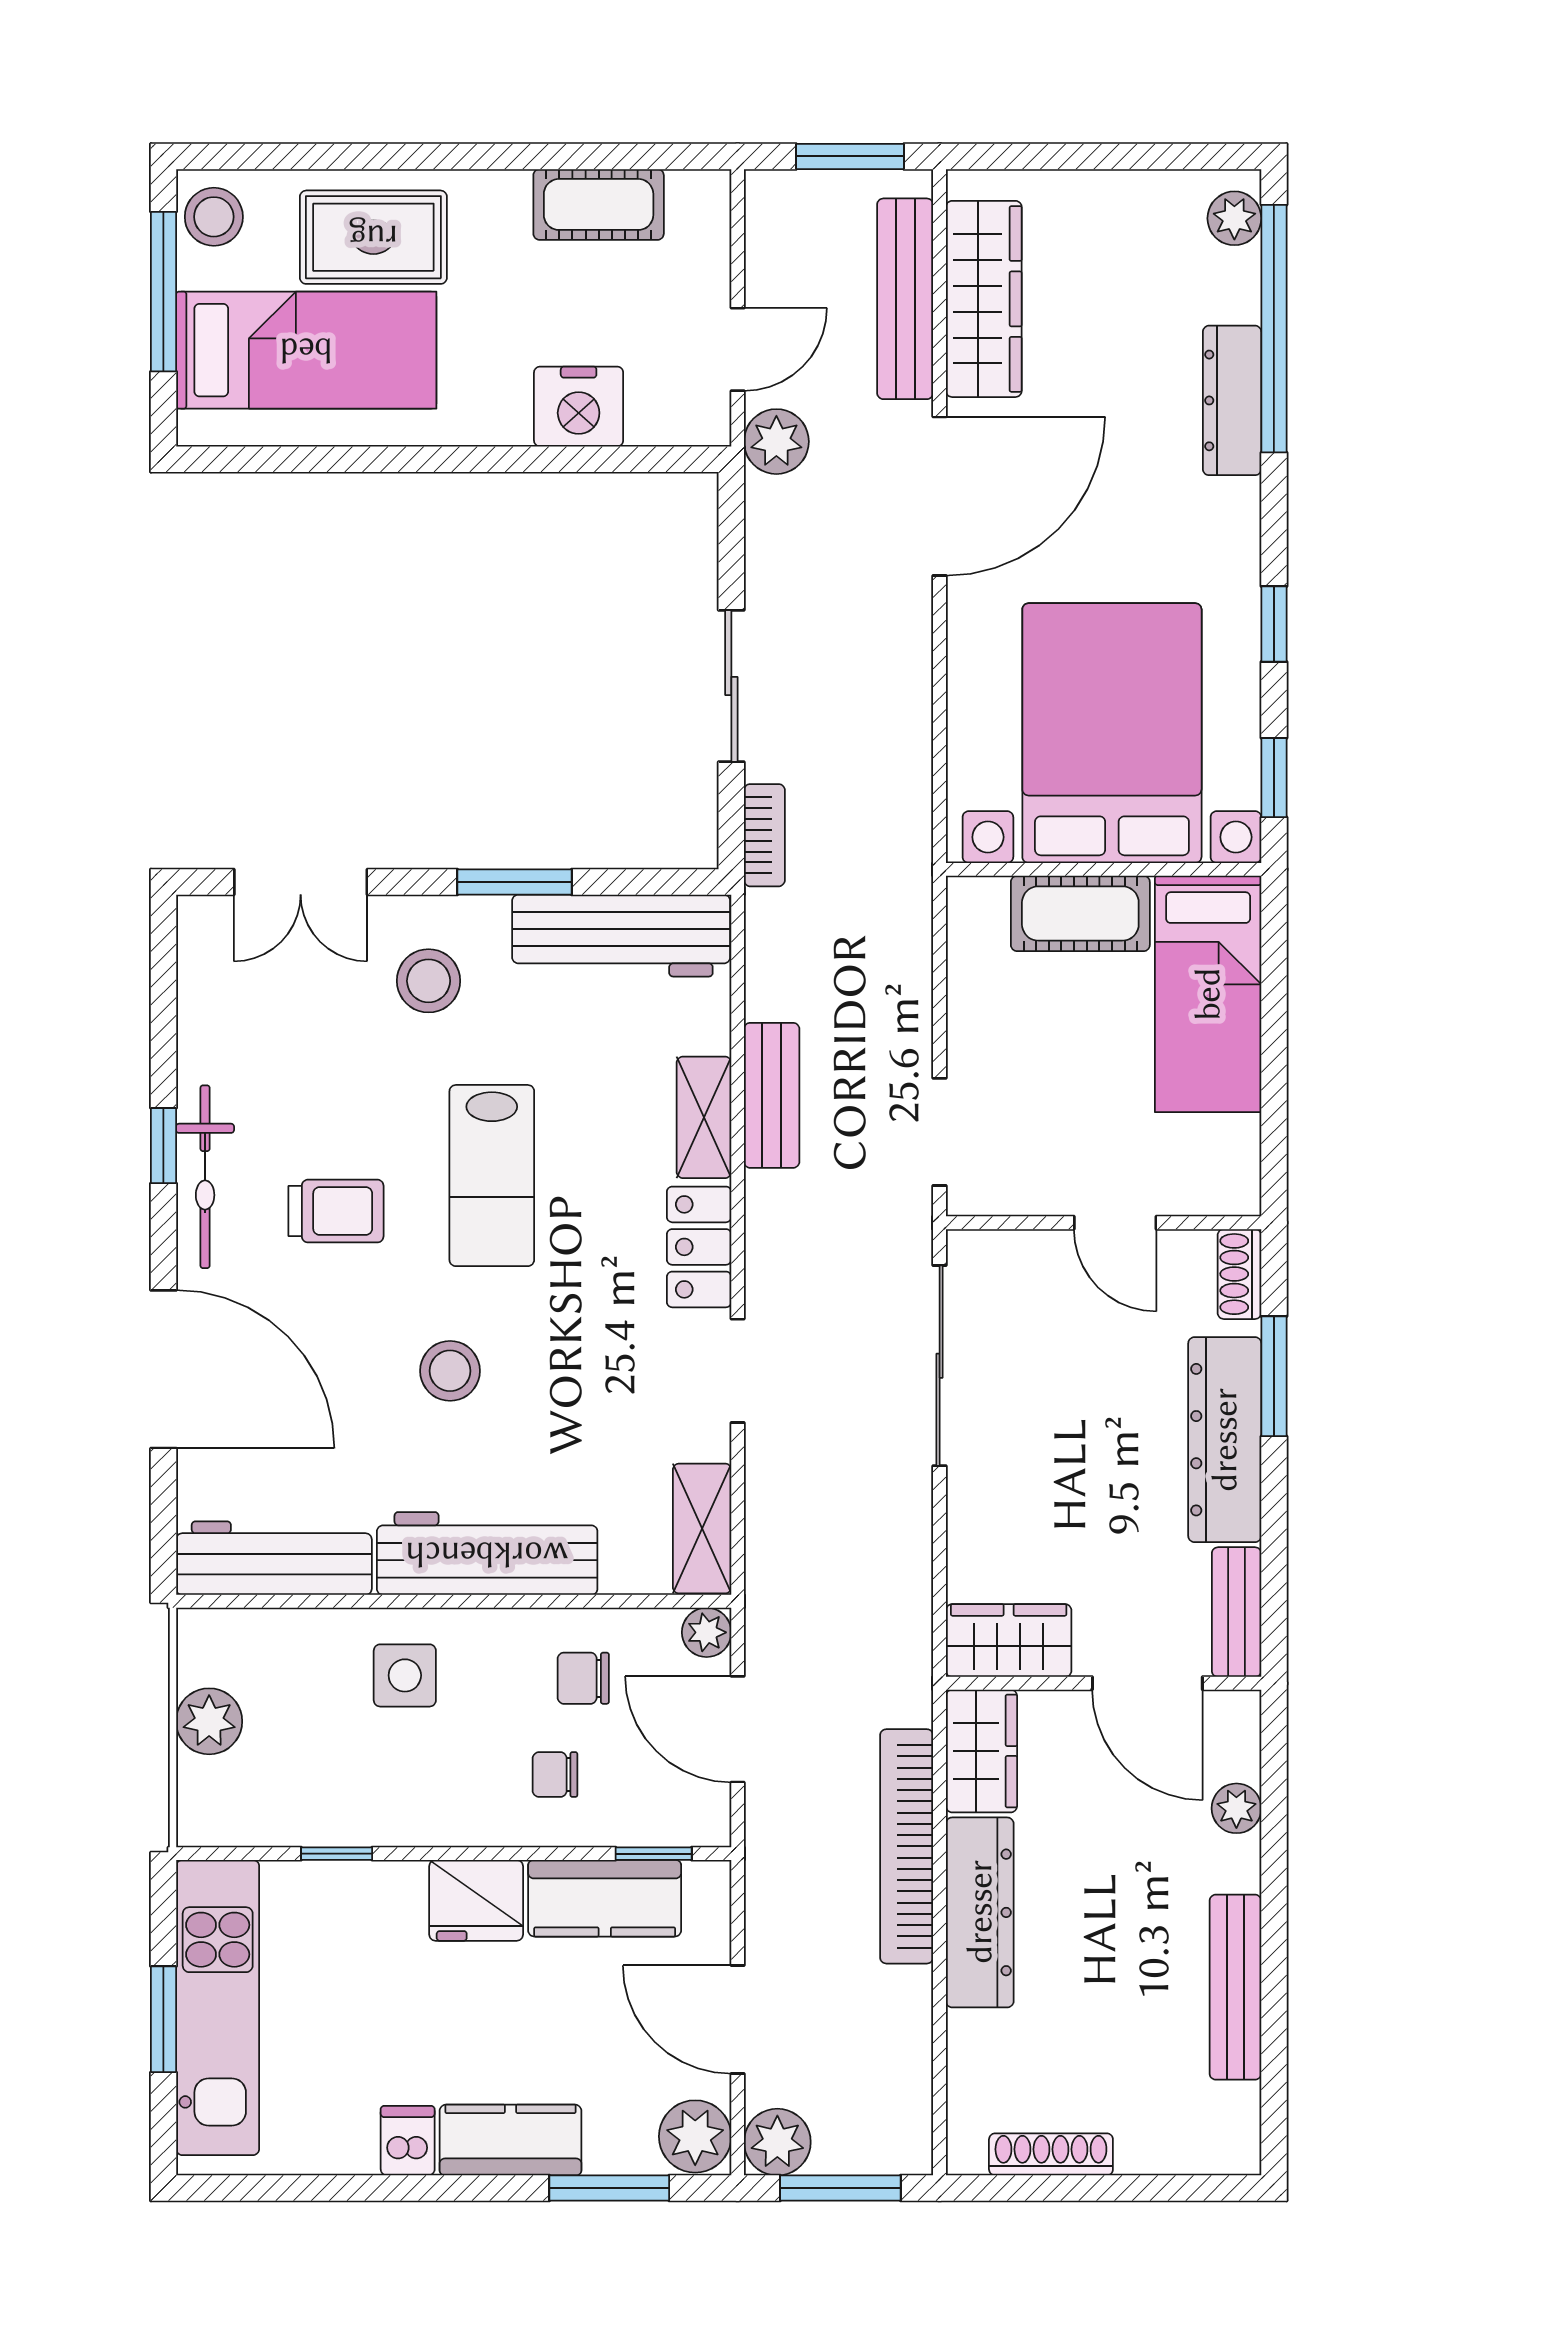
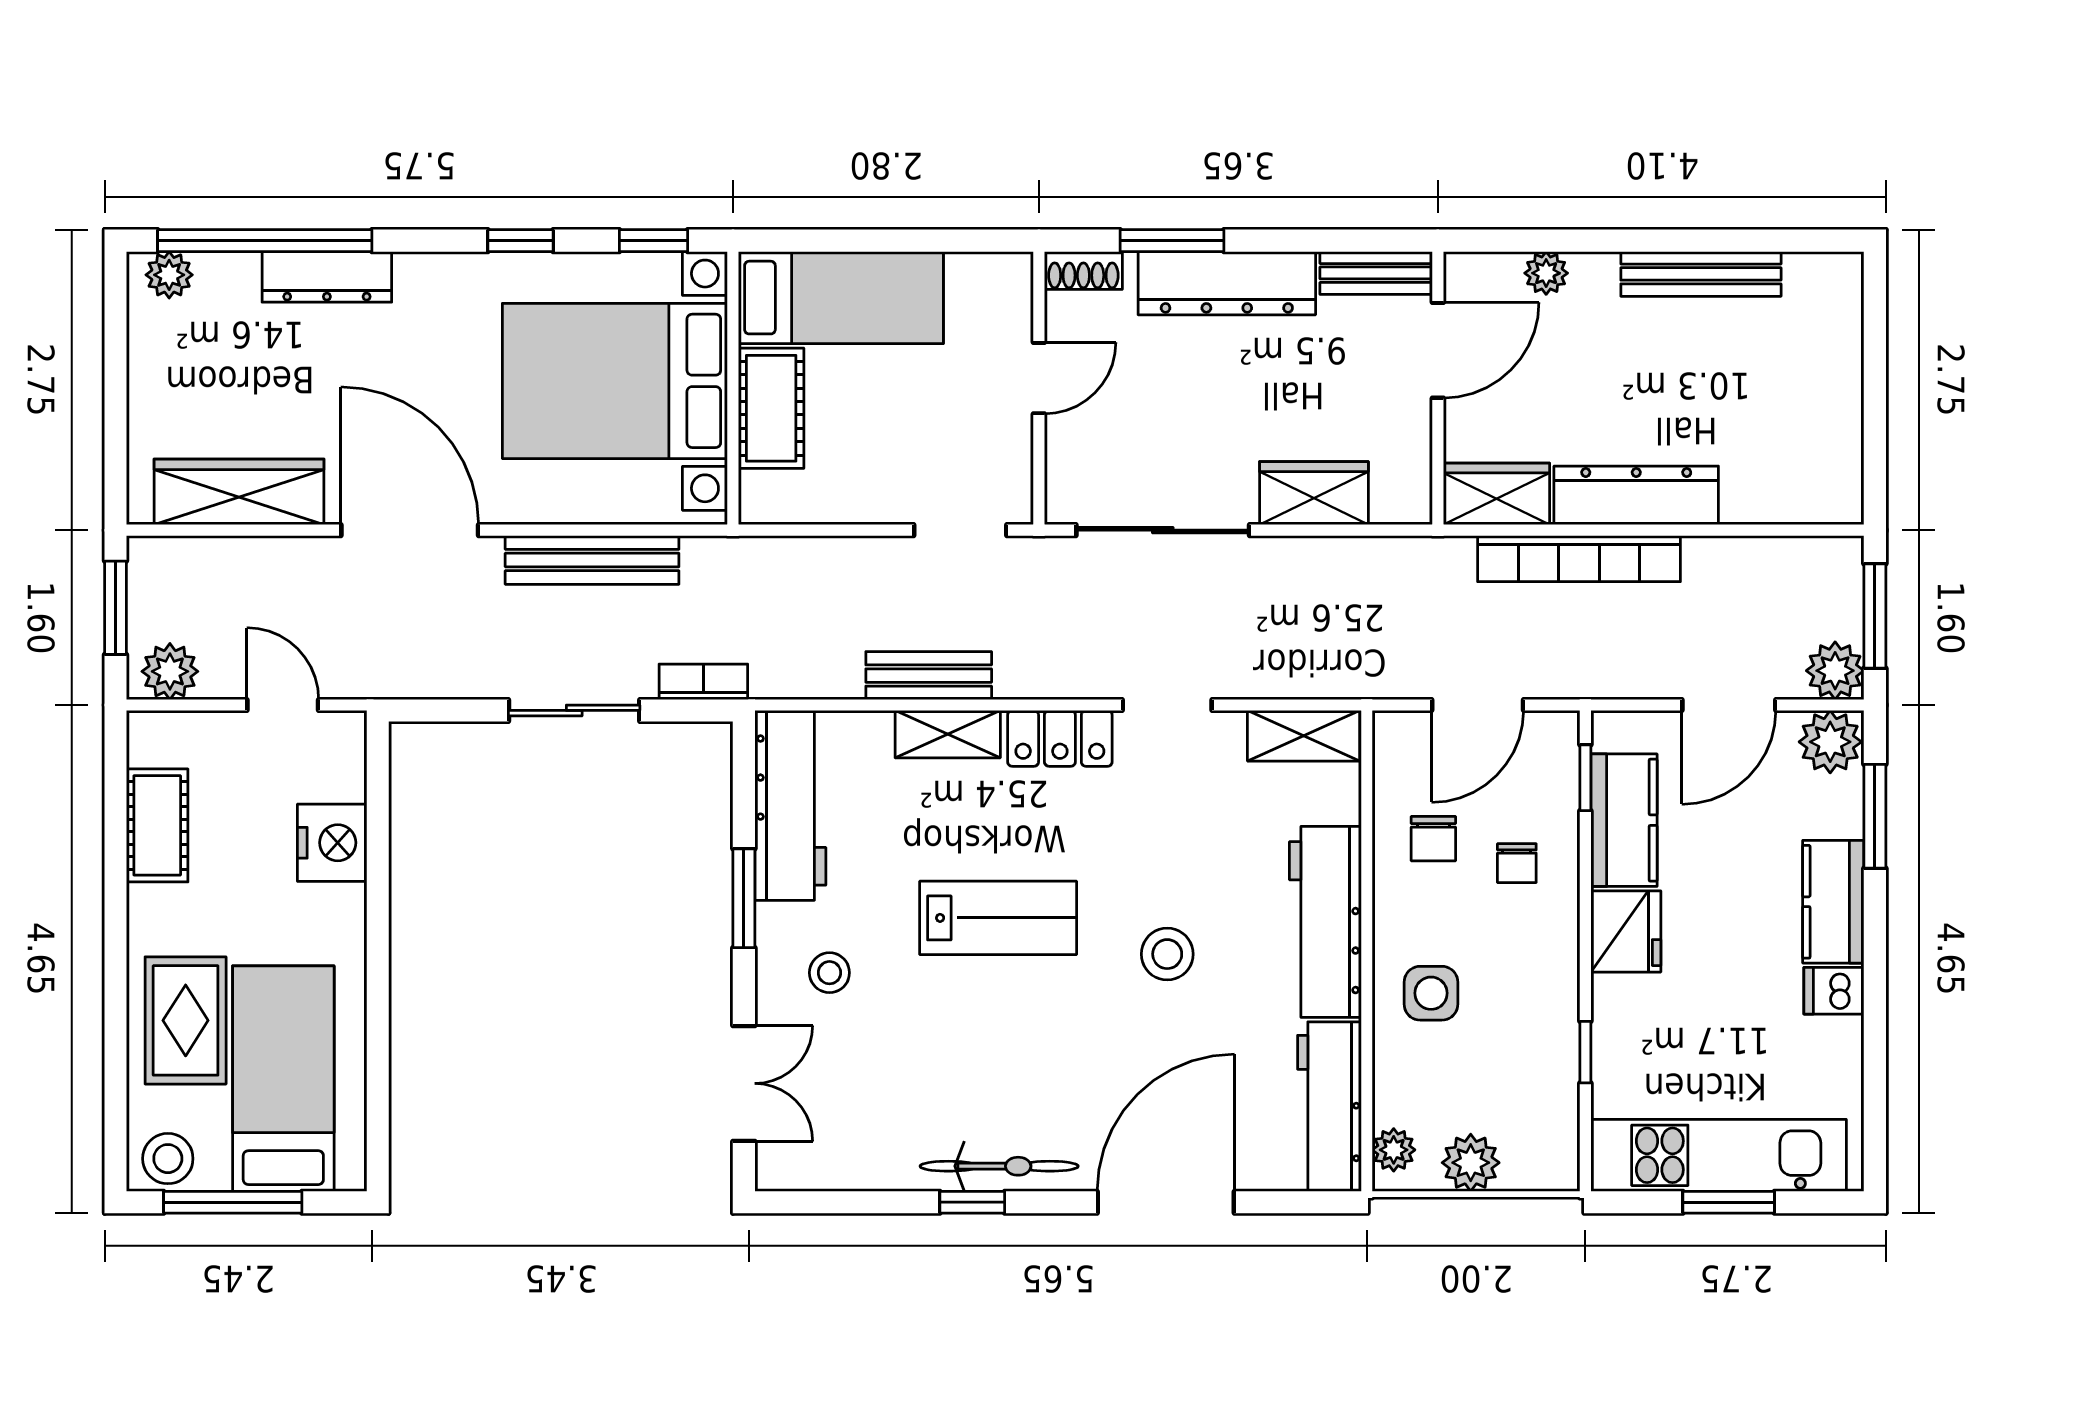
bench: (905, 299) -> (592, 560), moved
plant: (776, 442) -> (170, 671), moved
stool: (429, 981) -> (829, 973), width x0.73, depth x0.73
trolley: (336, 1211) -> (1029, 1053), removed
plant: (707, 1632) -> (1394, 1150), moved
wardrobe: (1009, 1641) -> (1314, 493), moved, turned 90
shoe rack: (1051, 2154) -> (1846, 434), removed

